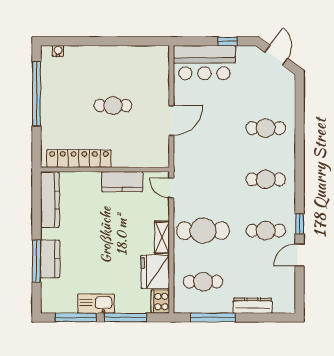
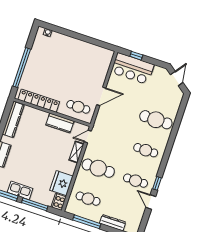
window: (227, 41) -> (136, 56), moved
window: (37, 94) -> (22, 68), moved
cafe table: (113, 106) -> (78, 107), moved
cafe table: (266, 128) -> (156, 120), width x1.37, depth x1.35
door: (171, 188) -> (88, 136), hinge flipped
shelving: (162, 237) -> (76, 152), moved
door: (300, 255) -> (151, 202), hinge flipped

